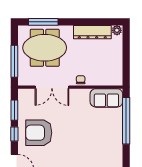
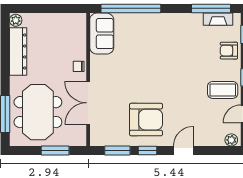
window: (14, 61) -> (55, 151), width x0.69
double door: (52, 87) -> (88, 103), swing flipped
armchair: (39, 133) -> (146, 120), turned -90

